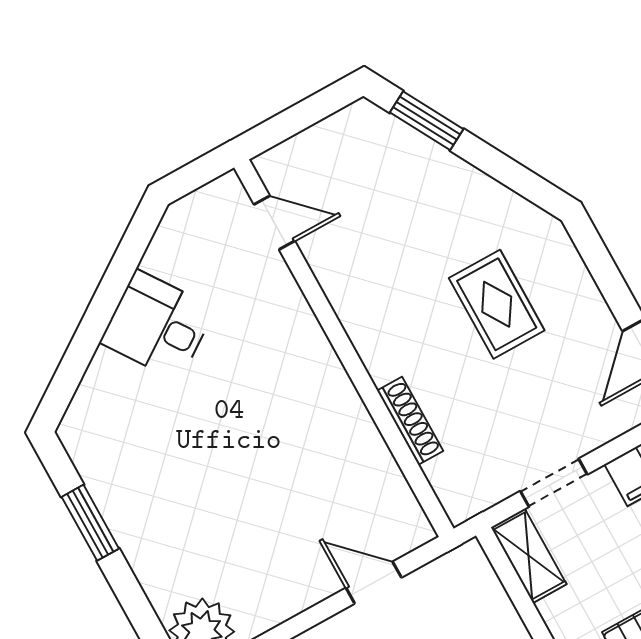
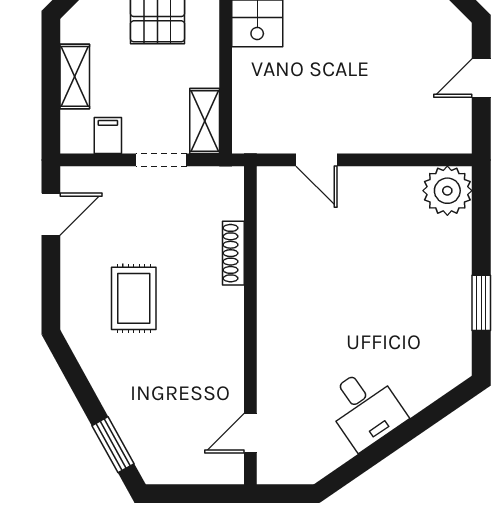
door: (274, 223) -> (250, 433), hinge flipped

